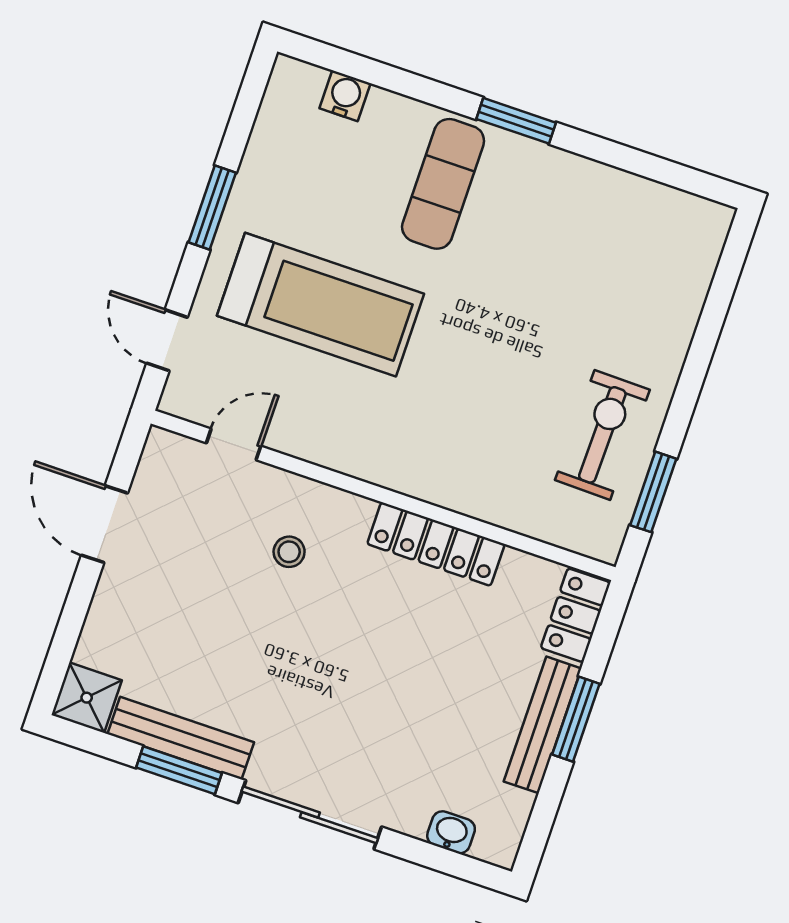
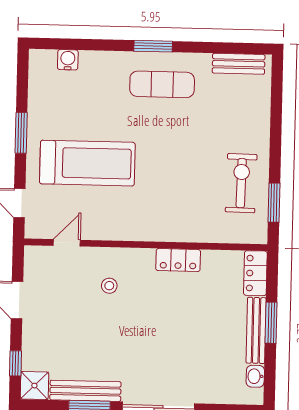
exercise mat: (443, 184) -> (162, 84), moved, turned 90
bench: (669, 206) -> (239, 64), added
locker: (436, 544) -> (178, 260), width x0.66
window: (64, 644) -> (15, 363), added
washbasin: (451, 832) -> (255, 376), moved, turned -90

